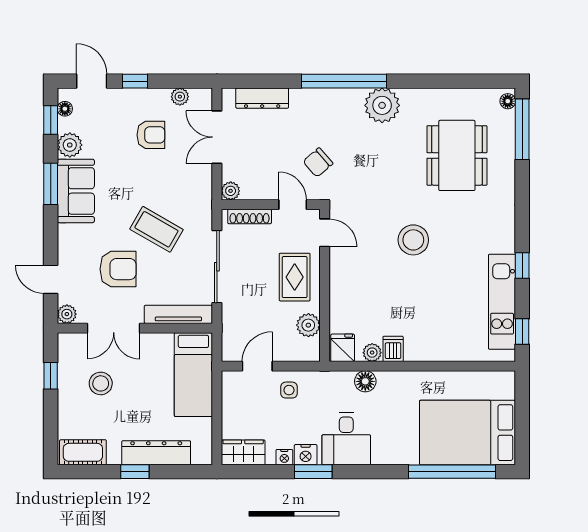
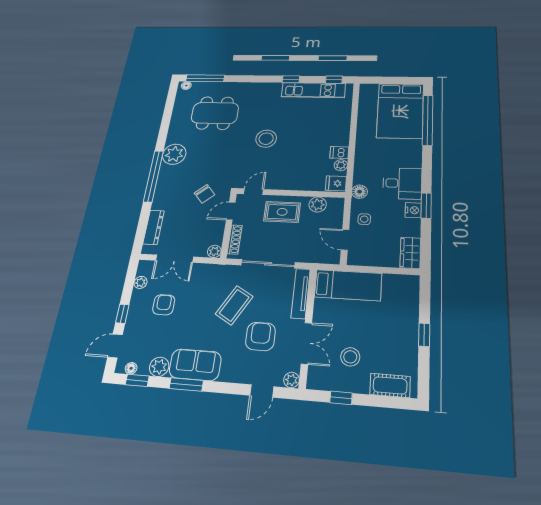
floor lamp: (365, 381) -> (360, 192), moved
cot: (83, 452) -> (390, 385), moved, turned 90
dresser: (156, 453) -> (409, 317), removed
nightstand: (284, 457) -> (415, 224), removed

